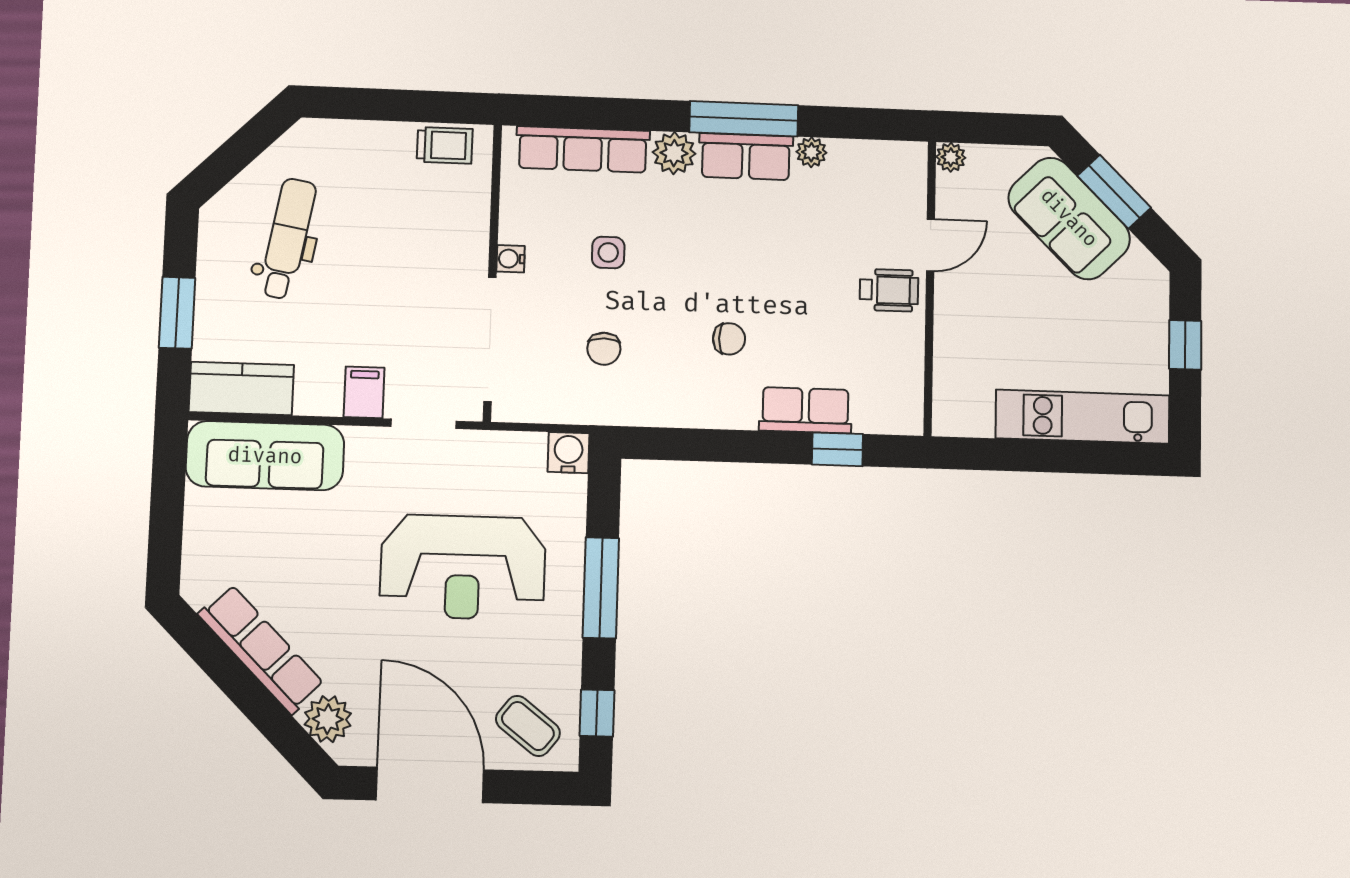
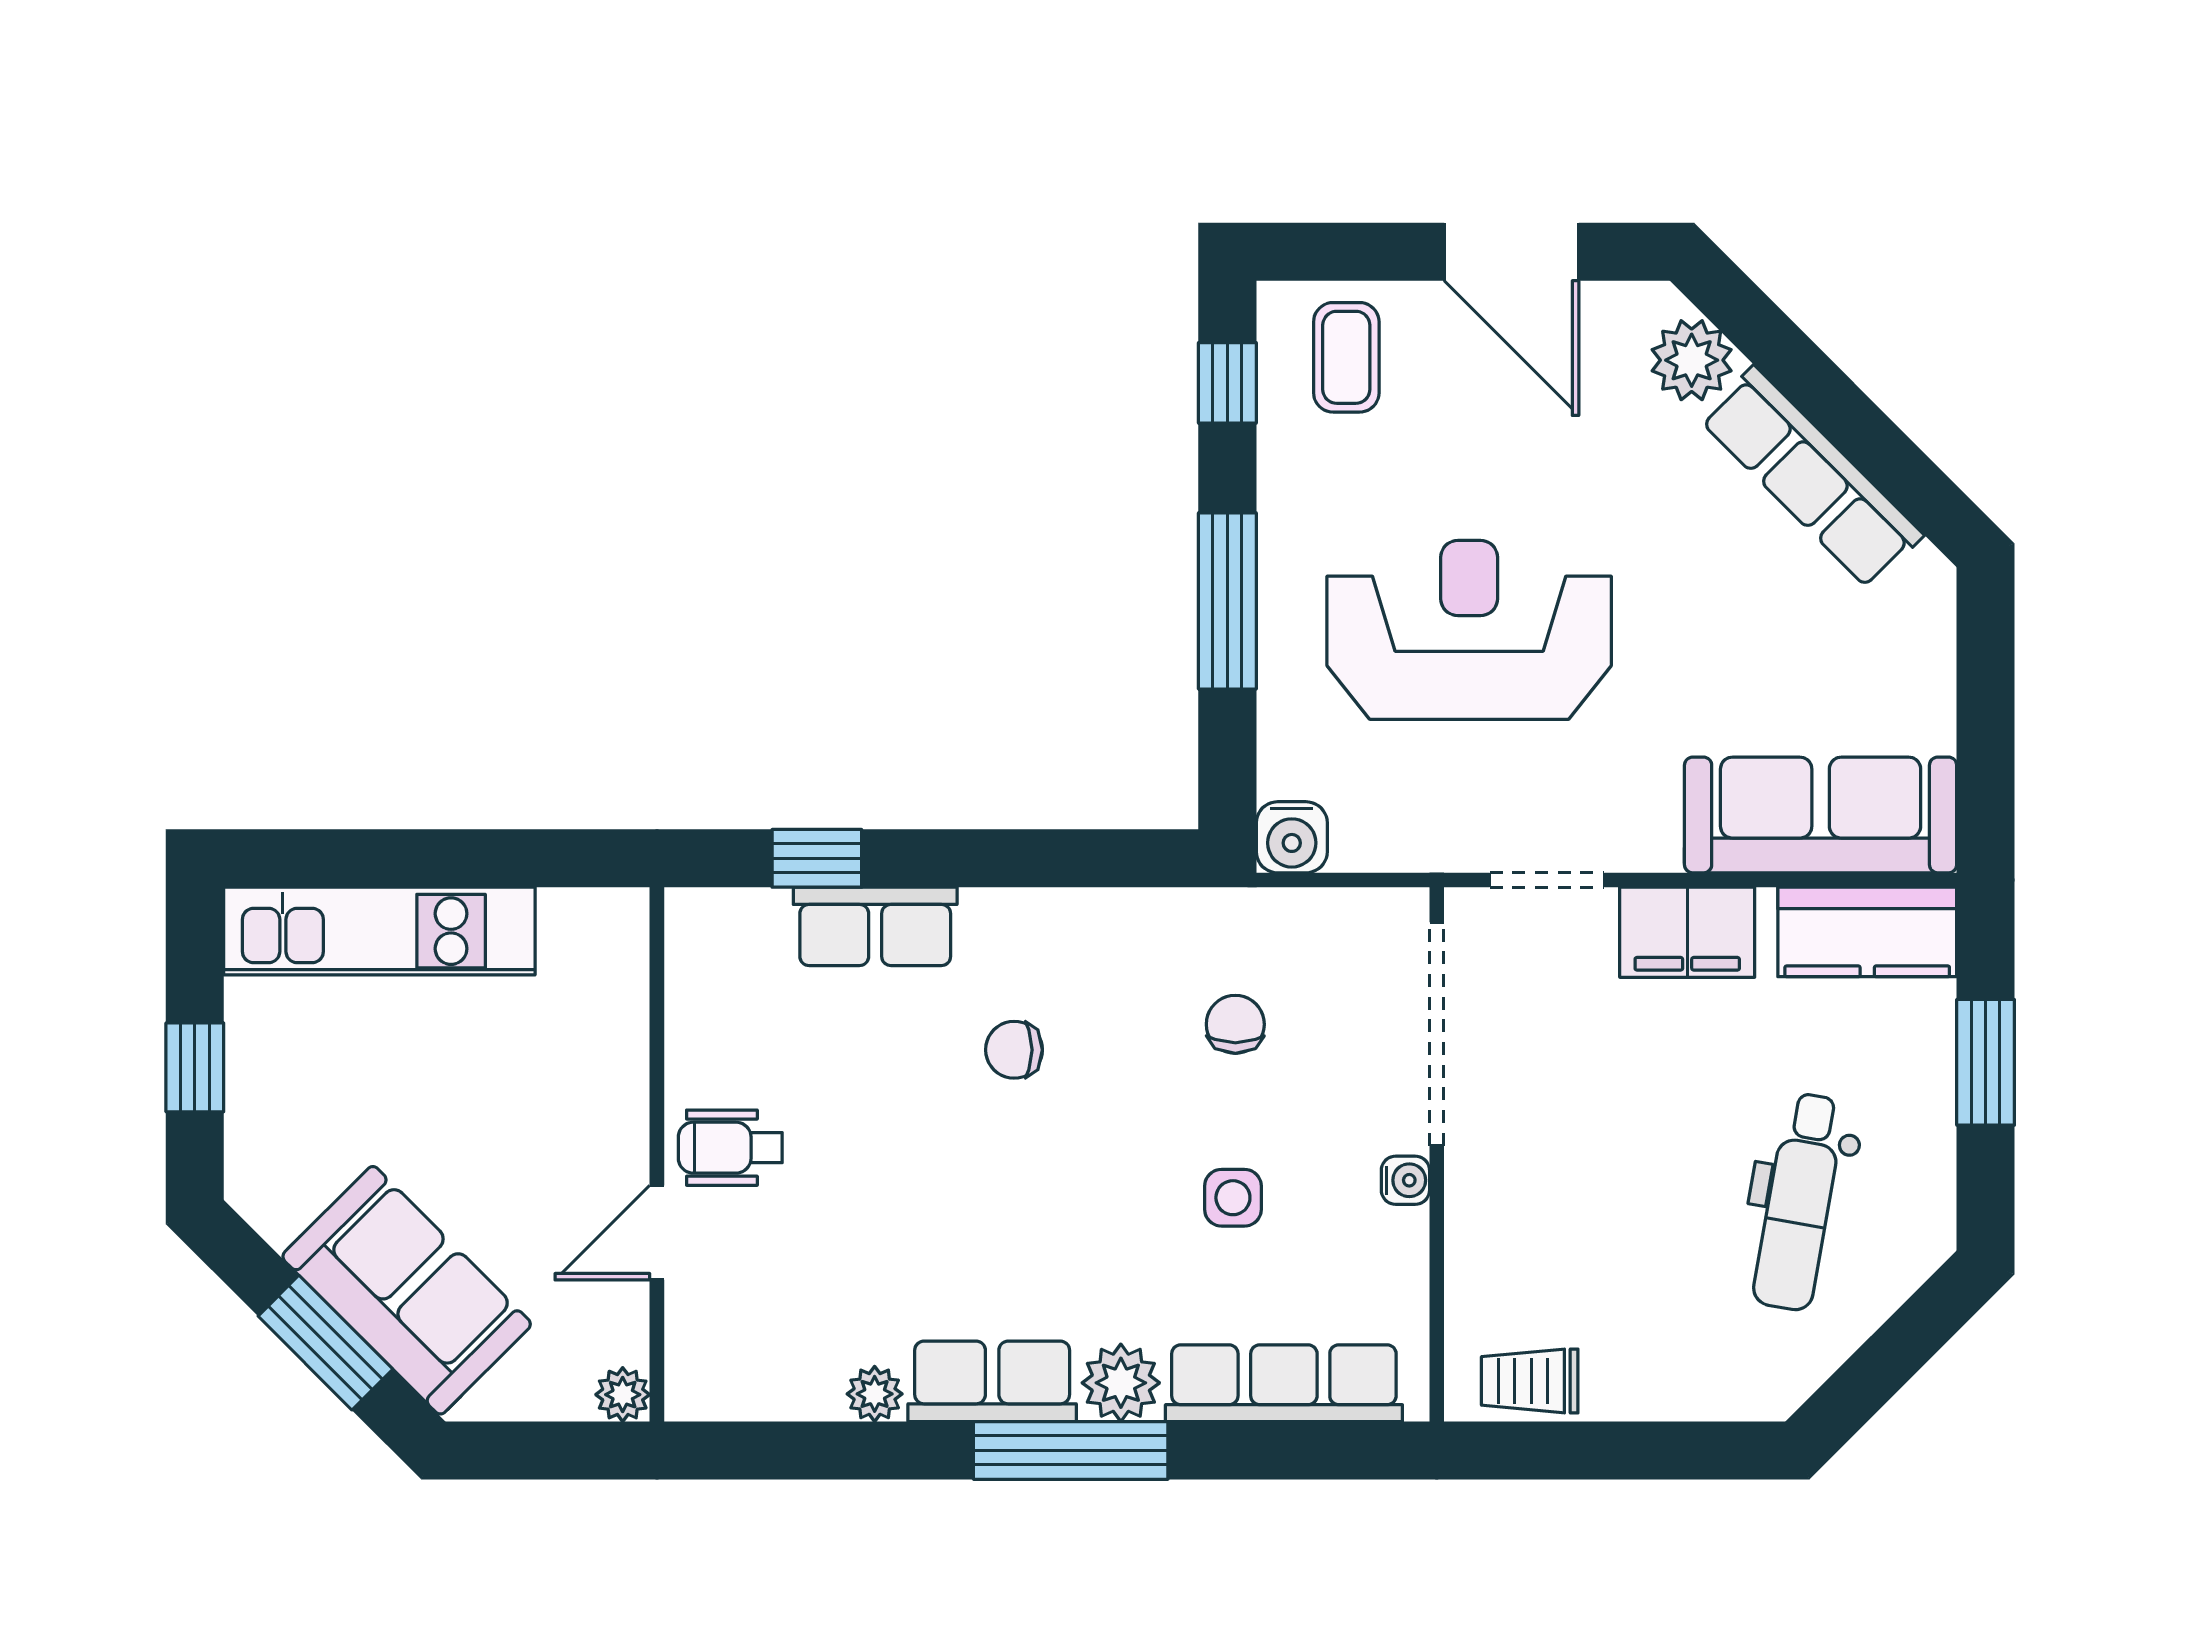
window: (744, 119) -> (1071, 1450), moved
filing cabinet: (364, 392) -> (1687, 932), width x2.00
coffee table: (528, 726) -> (1346, 357), turned 52
door: (430, 785) -> (1511, 252), width x0.73

